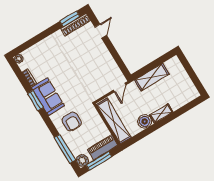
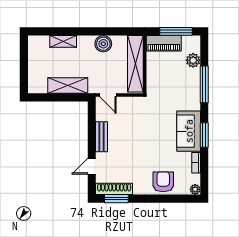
bench: (106, 56) -> (102, 137), added
door: (120, 88) -> (108, 95), swing flipped
shelving: (161, 113) -> (63, 41), moved
armchair: (72, 121) -> (163, 182), moved
window: (65, 149) -> (204, 84), moved
plant: (82, 160) -> (193, 60), moved

